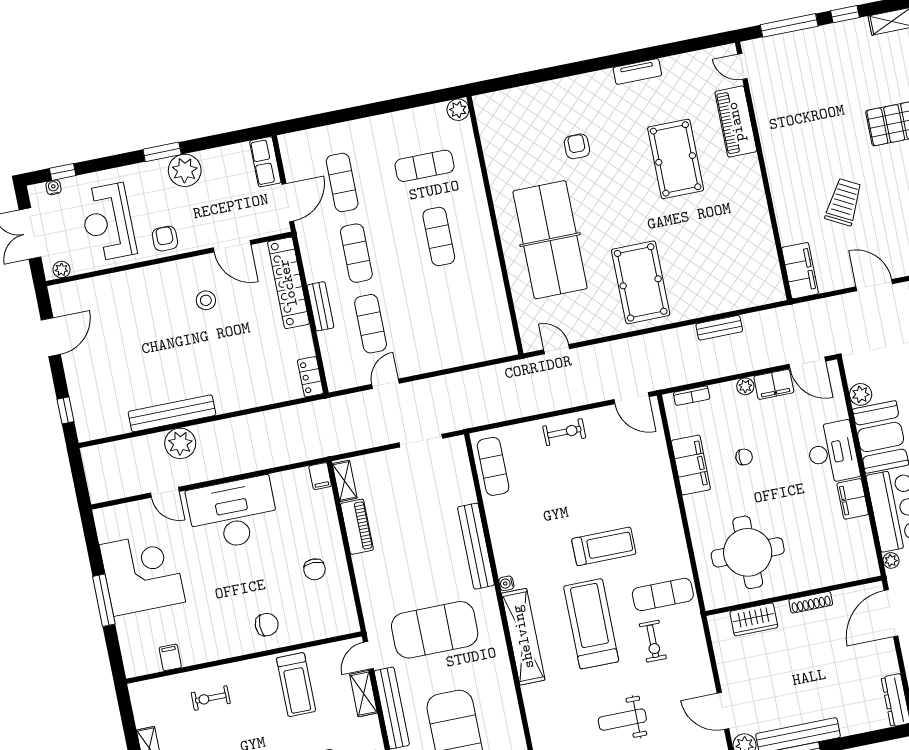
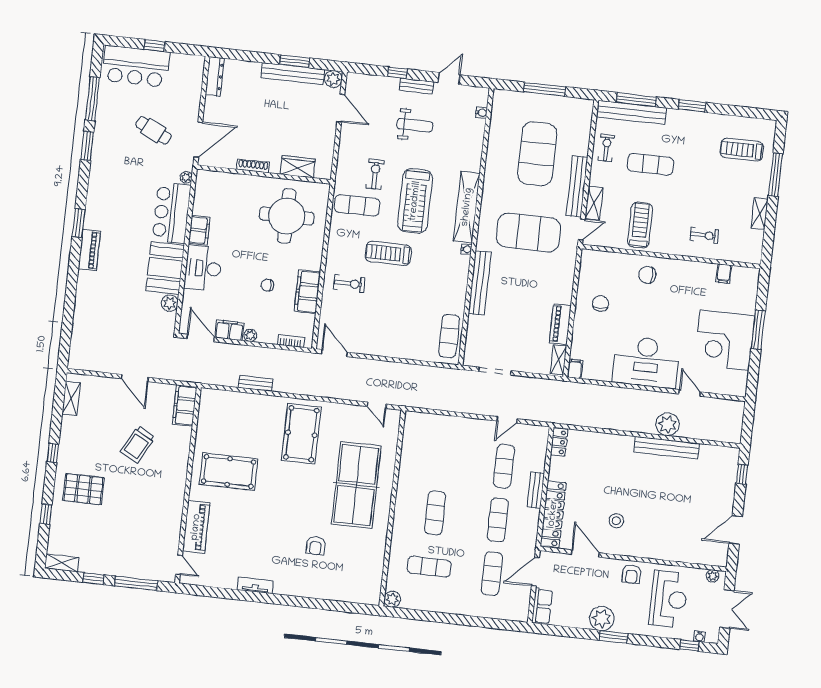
pool table: (676, 159) -> (229, 472), moved, turned 90
exercise bike: (564, 432) -> (349, 284), moved, turned 180

